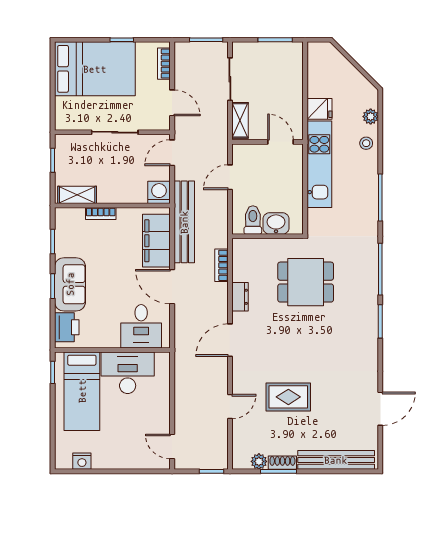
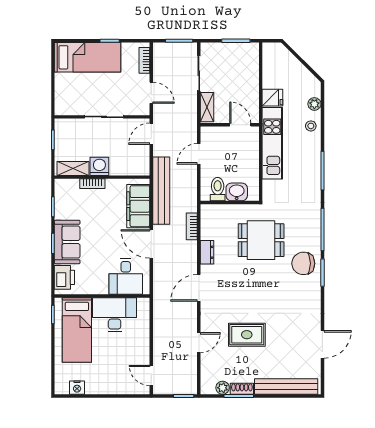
bed: (95, 69) -> (88, 57), width x0.67
washing machine: (159, 192) -> (99, 166), moved
chair: (357, 310) -> (303, 263), added

